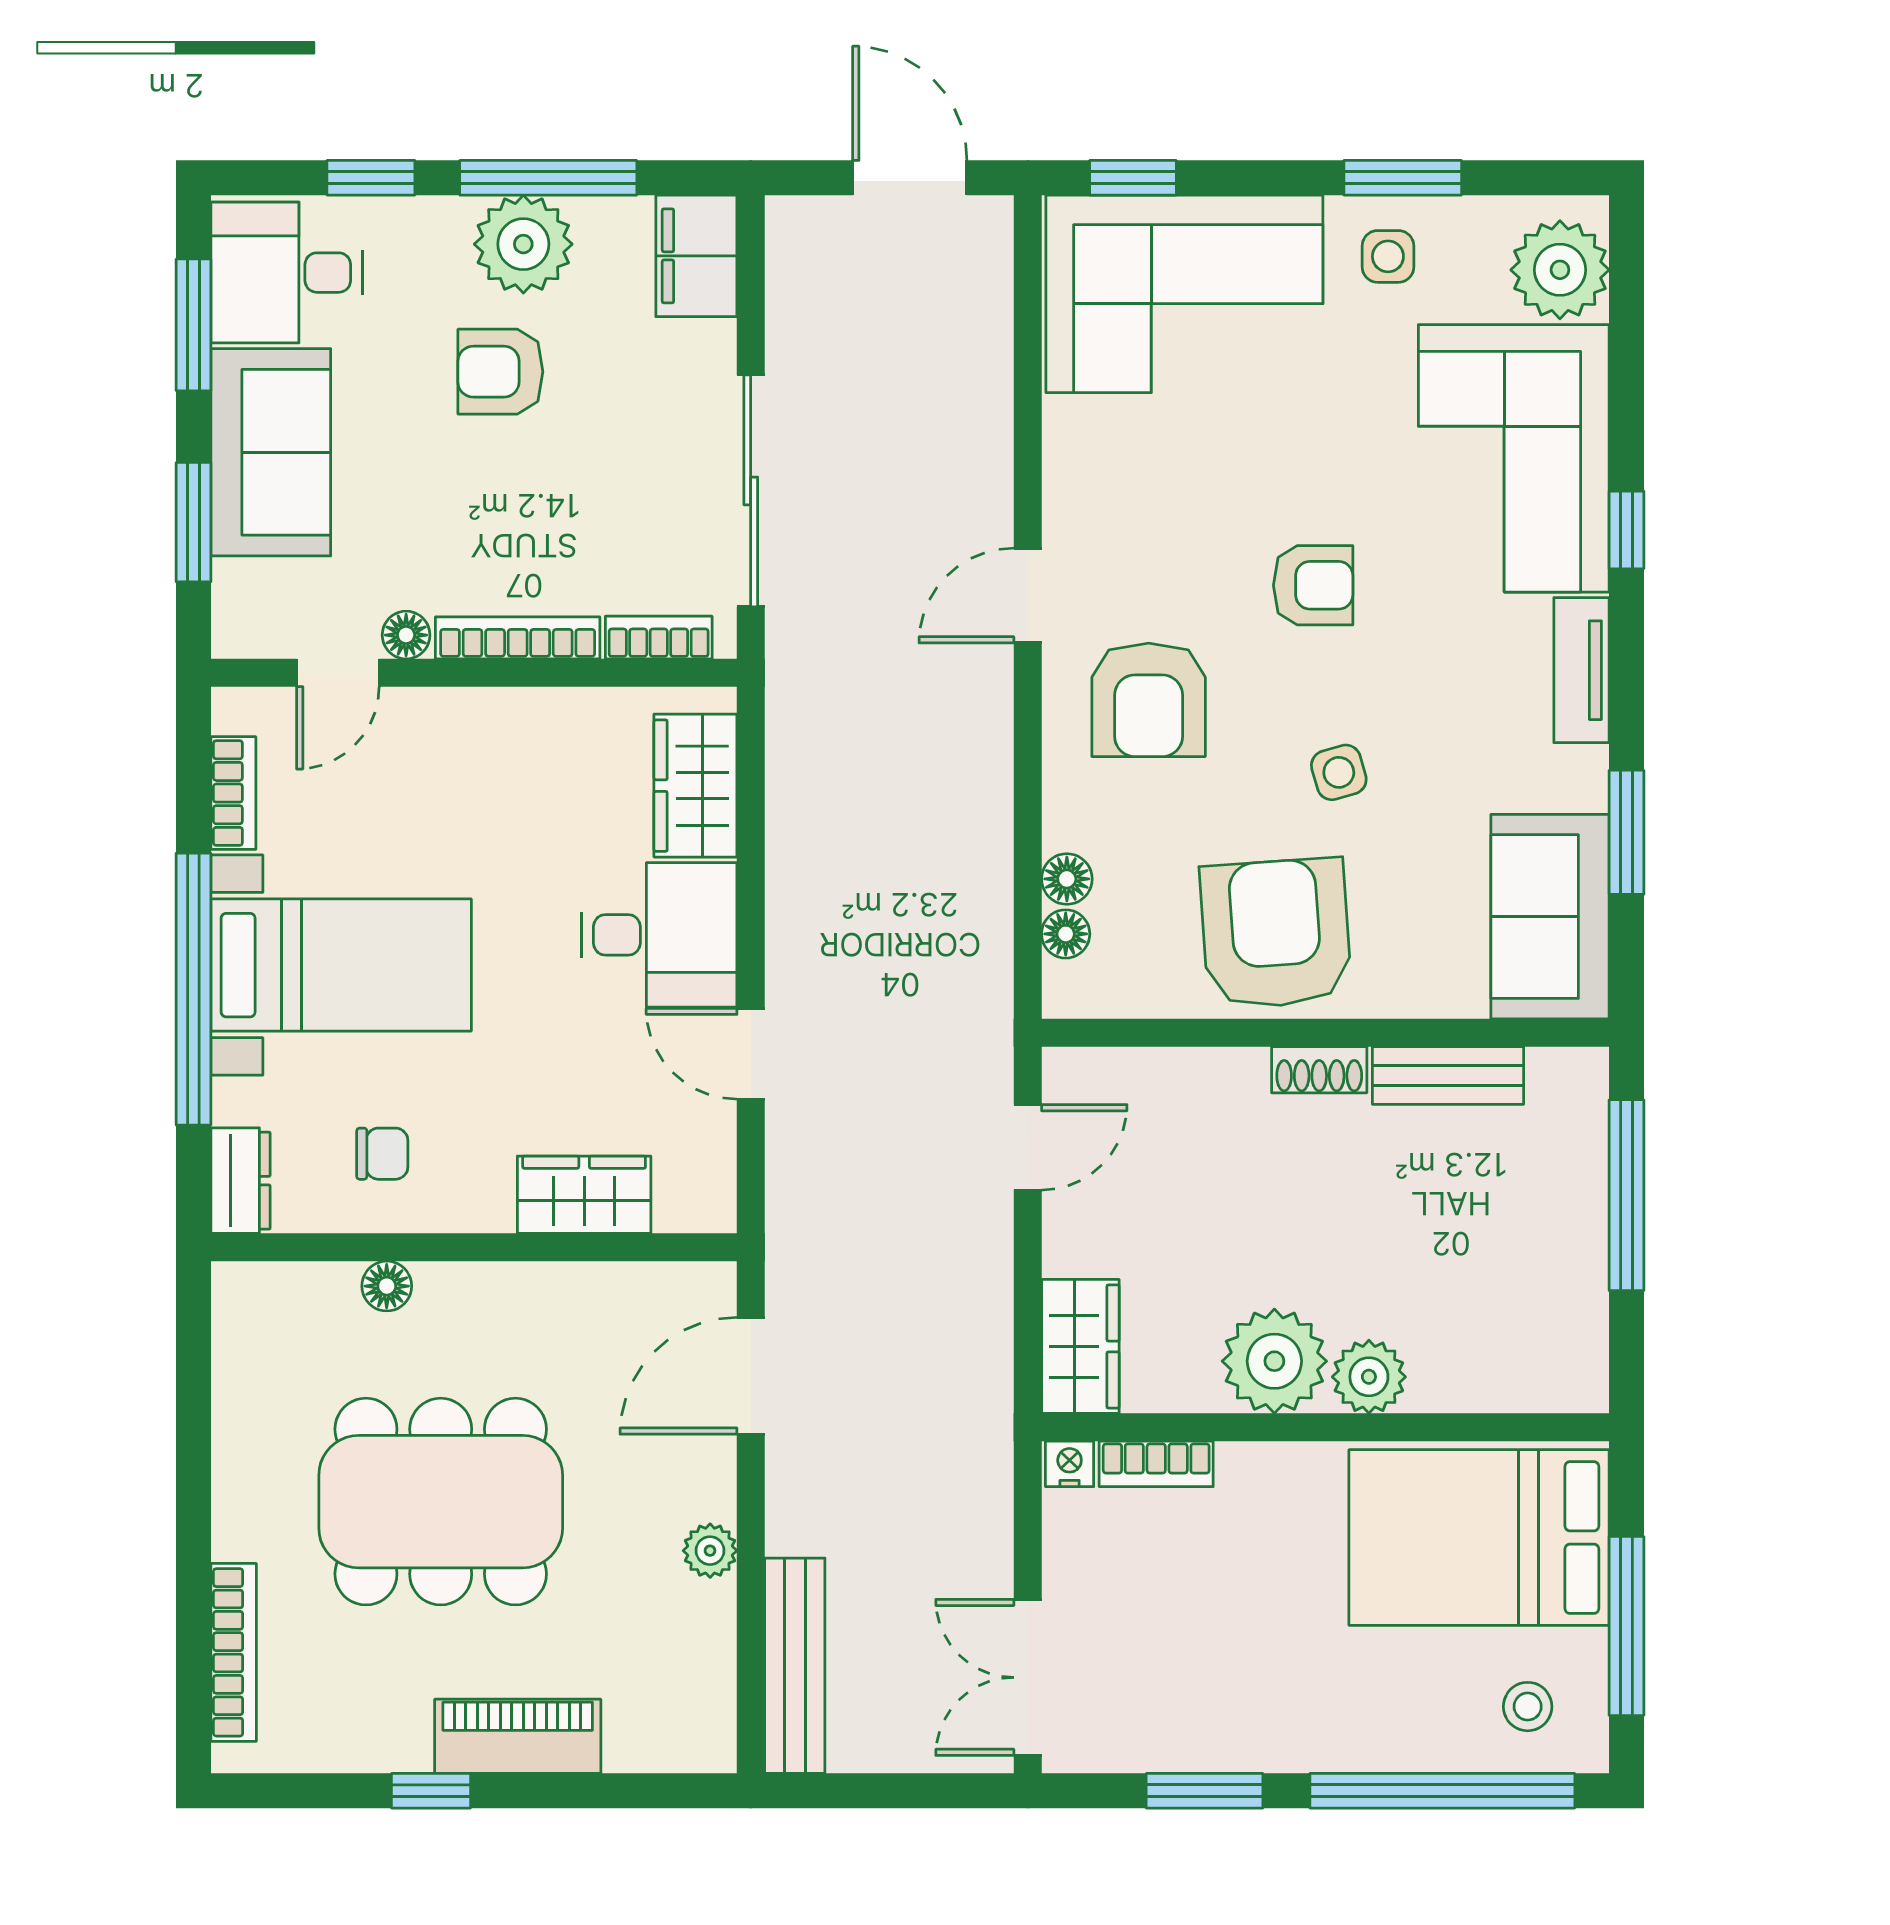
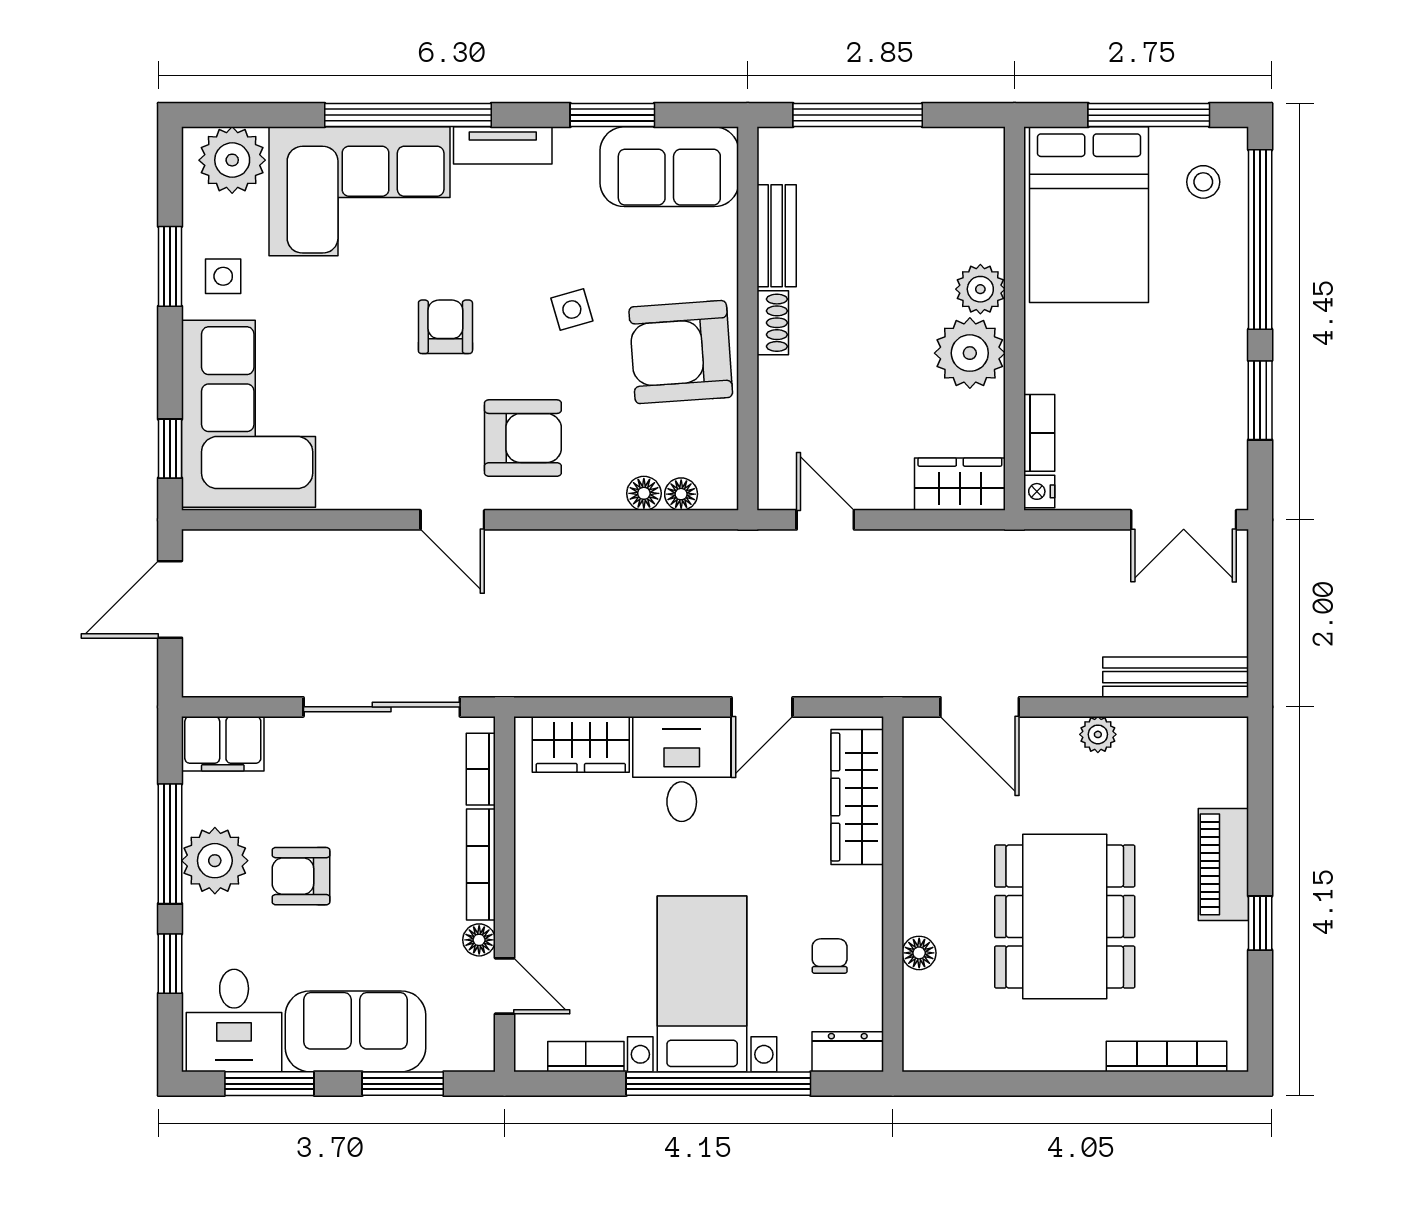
armchair: (500, 372) -> (301, 876), turned 90
window: (1627, 530) -> (408, 115), width x3.17
wardrobe: (584, 1195) -> (857, 797), width x1.50

